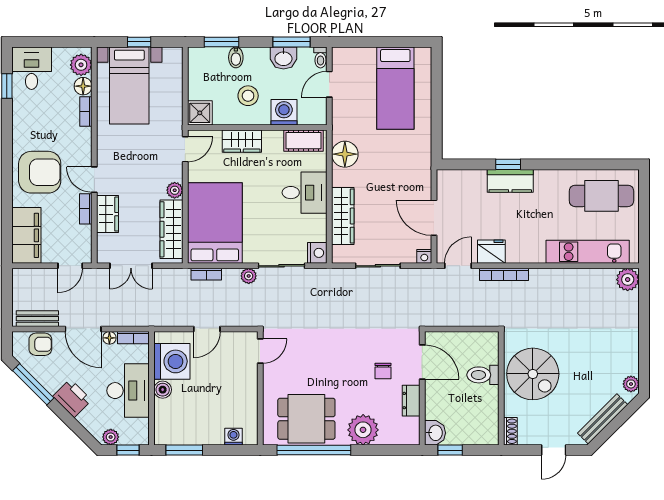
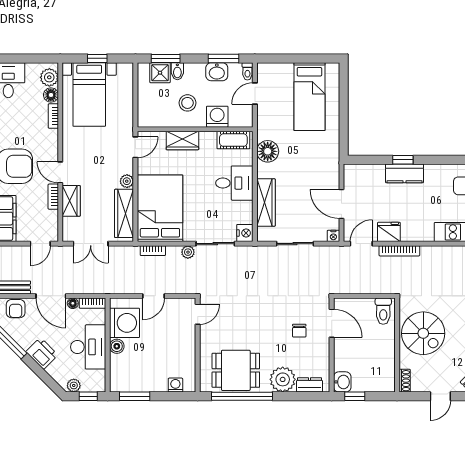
shower: (200, 113) -> (160, 73), moved
armchair: (40, 344) -> (16, 309), turned 90
toilet: (483, 375) -> (383, 311), moved, turned -90
dresser: (411, 401) -> (310, 385), moved, turned 90

